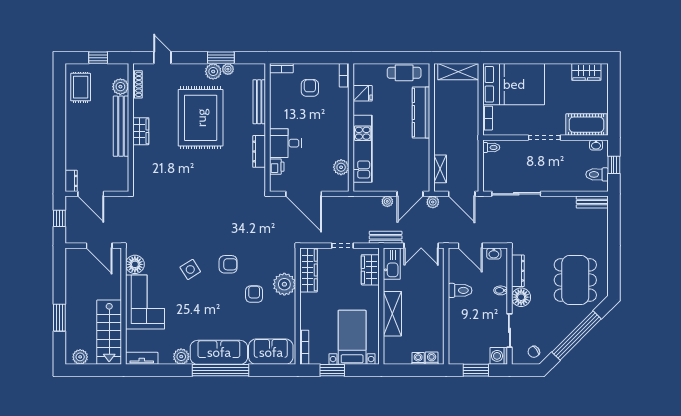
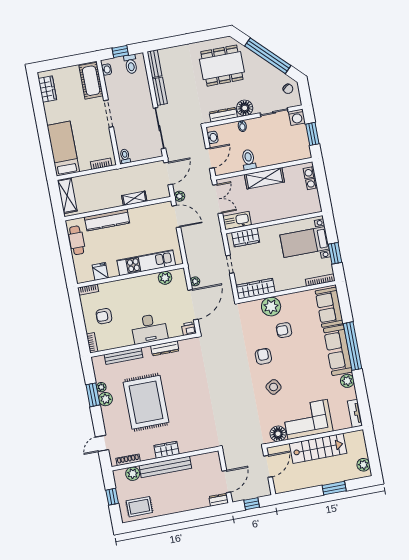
bed: (514, 84) -> (63, 149), width x0.67
rug: (201, 118) -> (146, 402), turned 90
desk: (285, 143) -> (149, 329), width x1.37
printer: (277, 167) -> (189, 329), moved
shelving: (440, 169) -> (134, 198), moved
plant: (387, 201) -> (195, 281), moved
bench: (386, 237) -> (160, 91), moved
shelving: (392, 314) -> (264, 178), moved
stairs: (109, 332) -> (318, 448), moved

